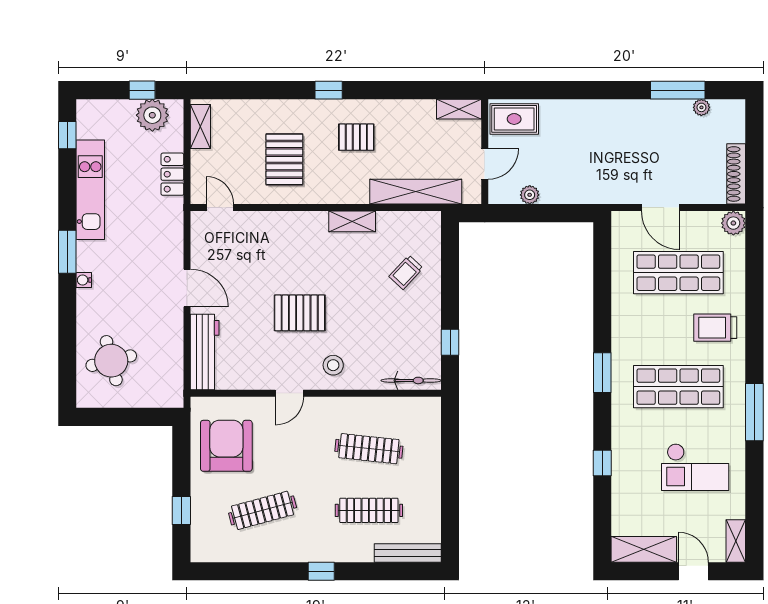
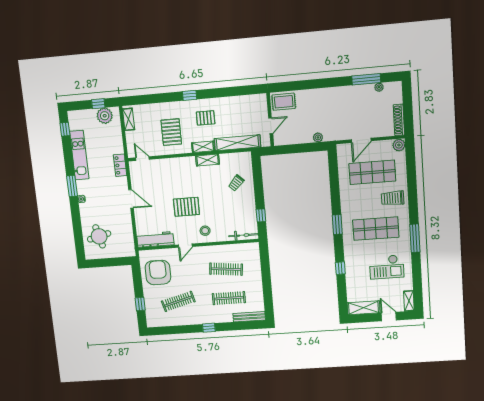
shelving: (459, 109) -> (203, 147), moved
locker: (172, 174) -> (120, 165), moved
plant: (530, 195) -> (318, 137), moved
door: (661, 208) -> (361, 140), hinge flipped
workbench: (205, 352) -> (155, 239), moved, turned -90

